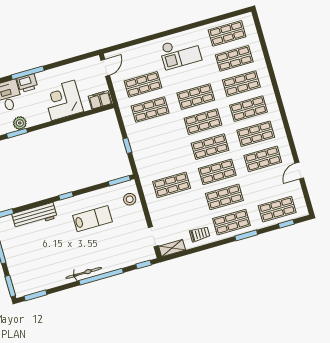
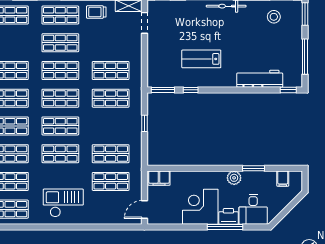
corner desk: (63, 100) -> (200, 207), moved, turned 180
plant: (20, 123) -> (234, 178), moved
shop shelf: (164, 160) -> (111, 98), added
window: (66, 196) -> (191, 90), moved
stool: (130, 199) -> (274, 17), moved

